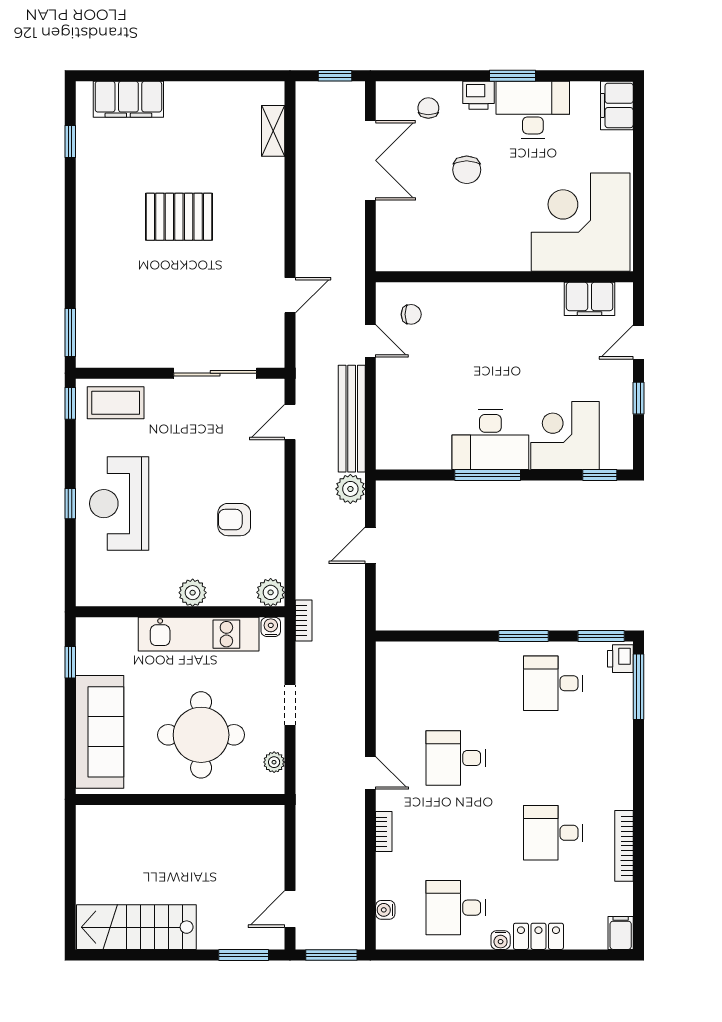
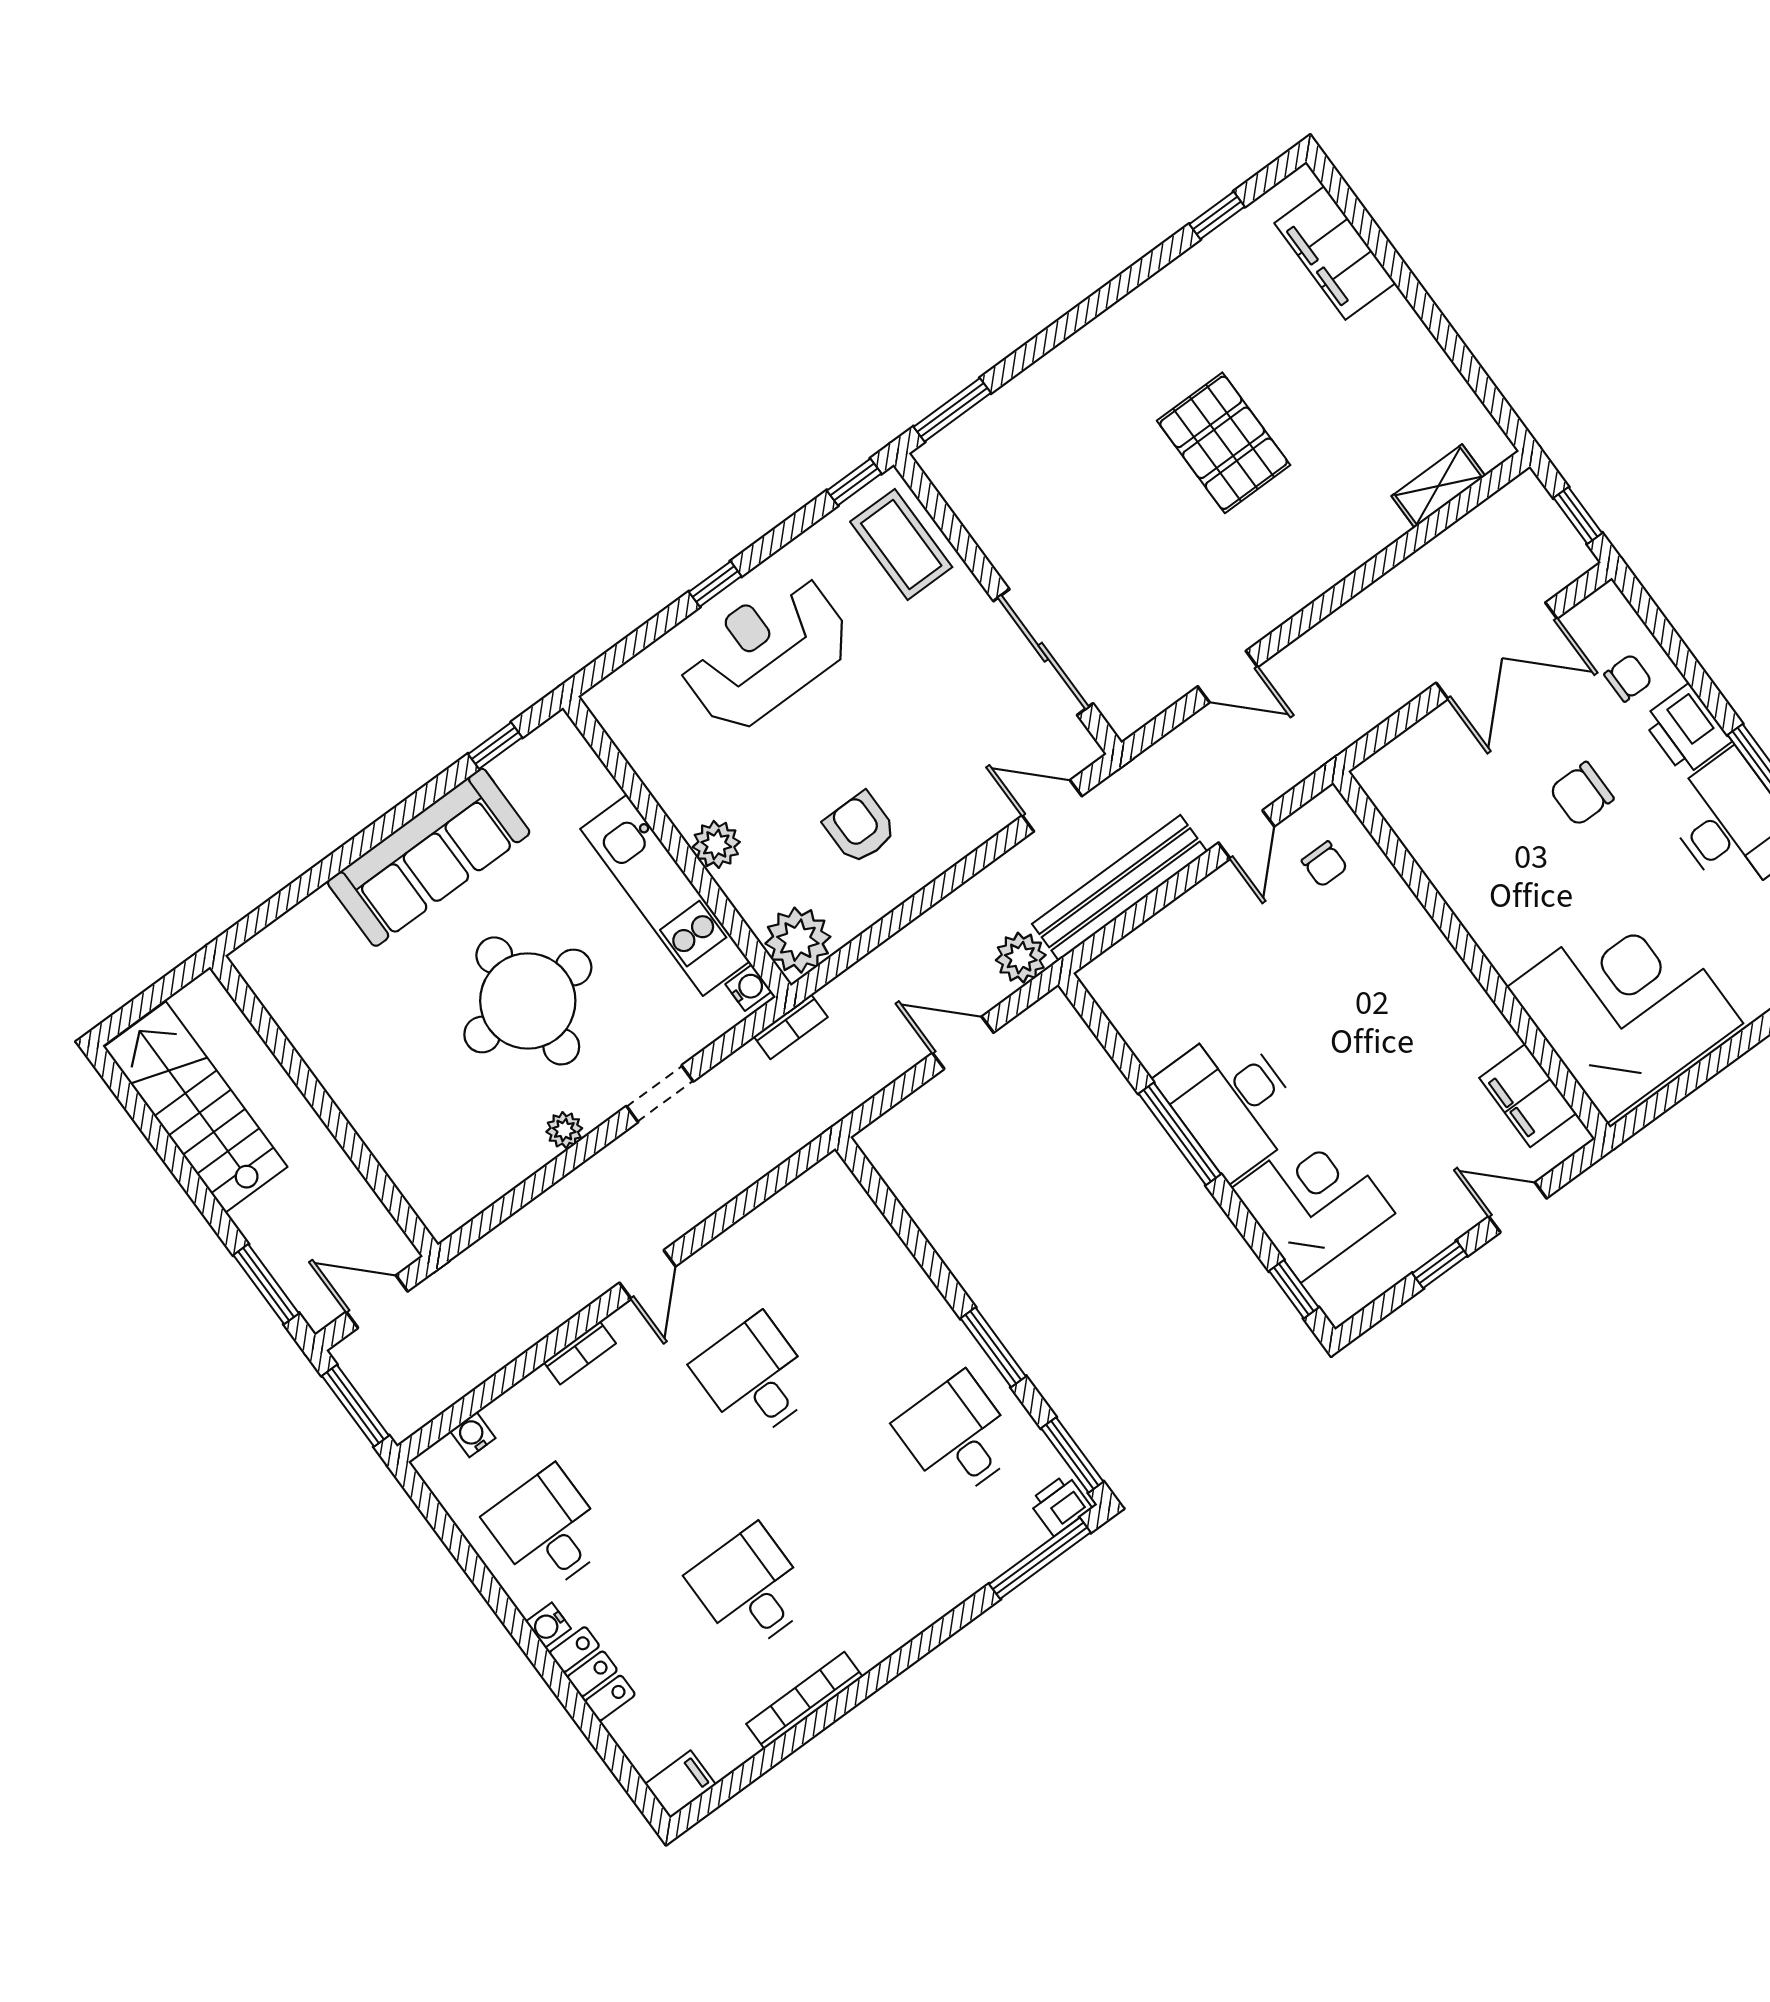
printer: (479, 95) -> (1686, 730), width x1.36, depth x1.24
plant: (271, 592) -> (798, 940), width x1.36, depth x1.36
wall: (180, 799) -> (324, 1106), moved

